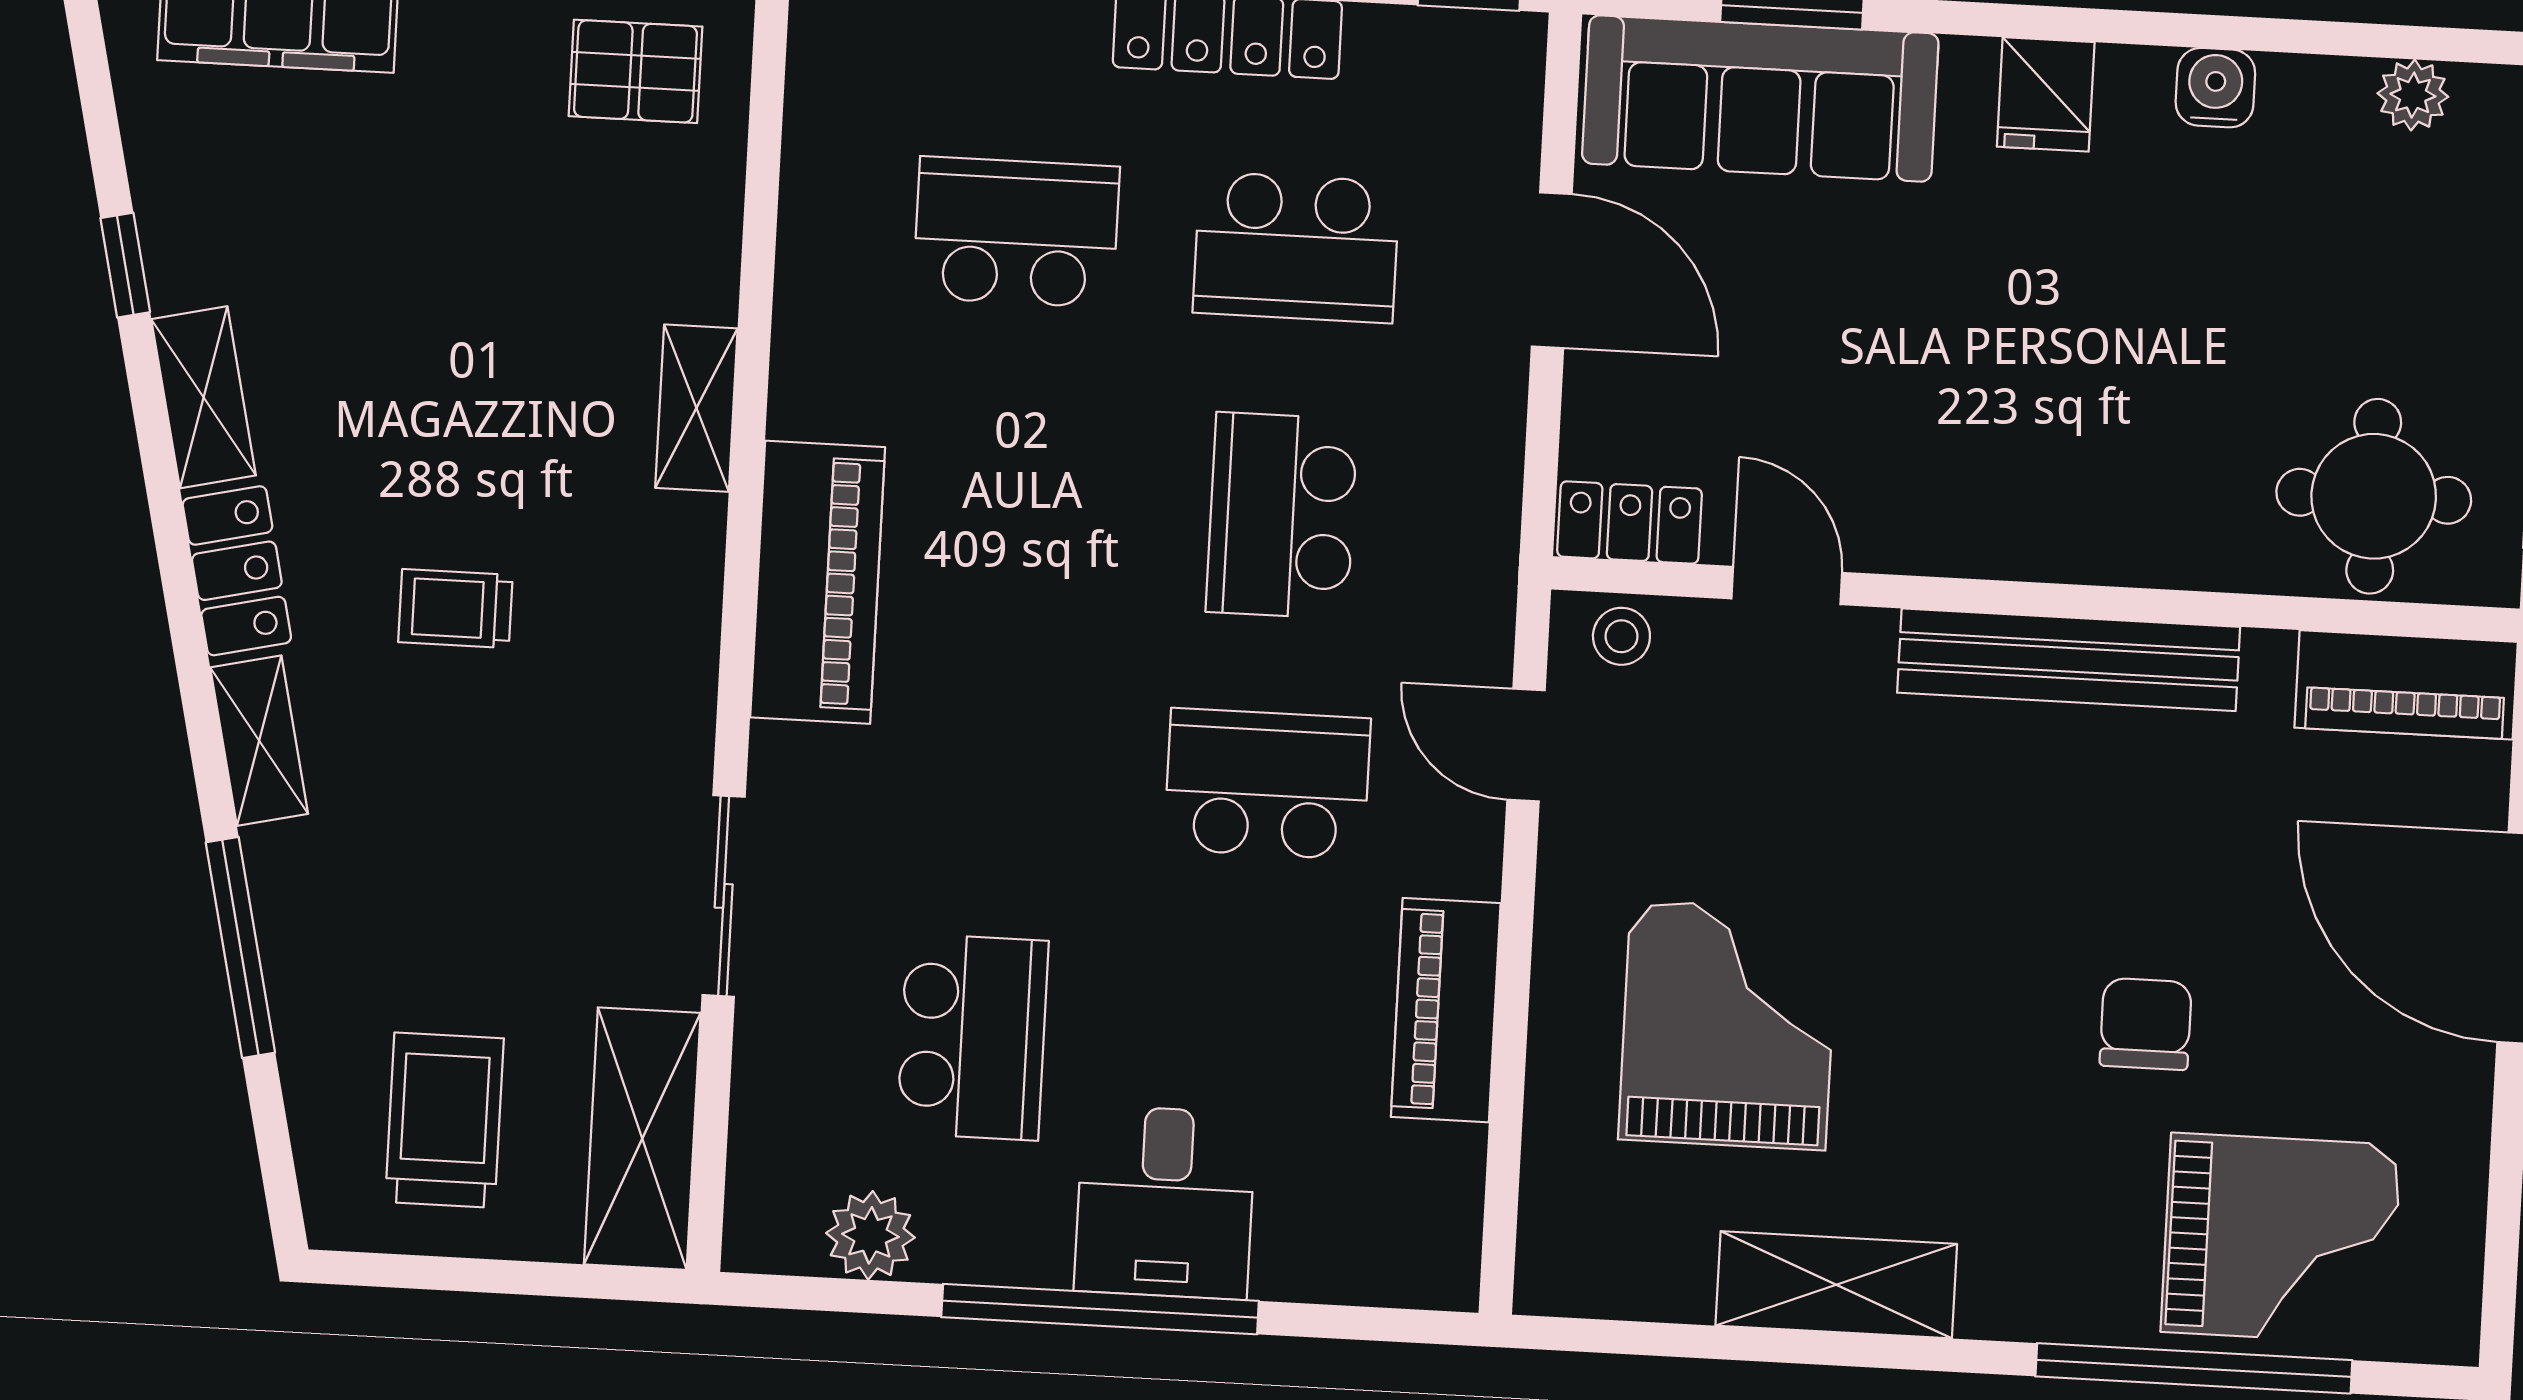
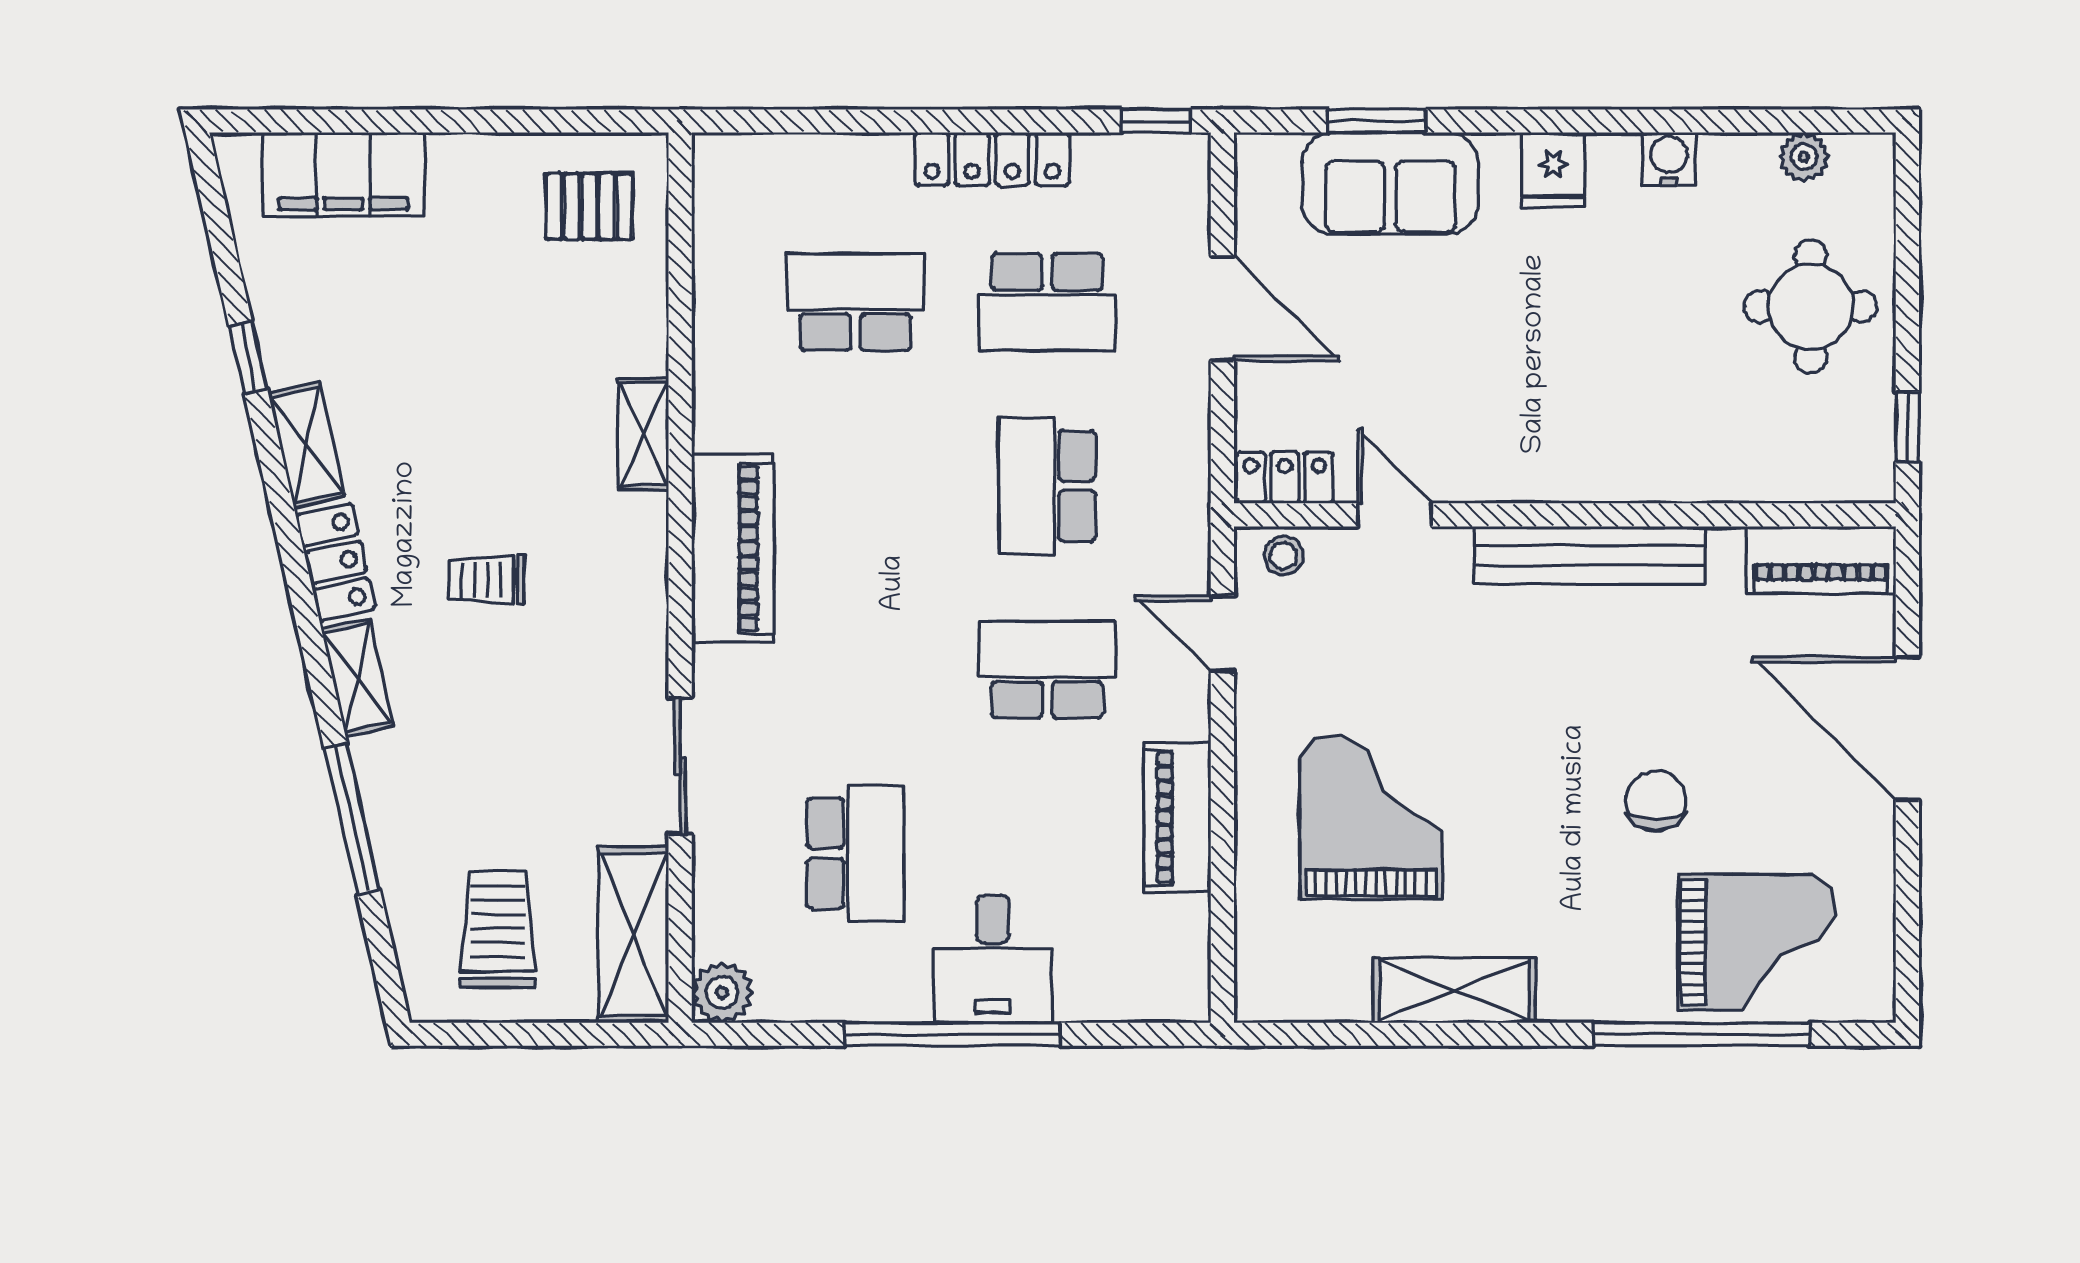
sofa: (1760, 99) -> (1390, 183), width x0.73
round table: (2374, 496) -> (1811, 306), moved
plant: (870, 1235) -> (722, 992), moved

